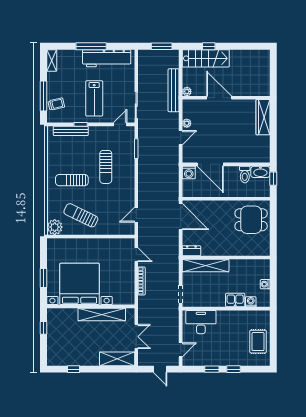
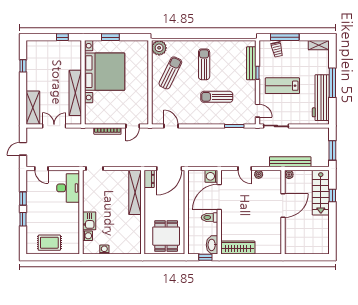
wardrobe: (263, 117) -> (238, 248), moved
toilet: (245, 174) -> (210, 217), moved
dresser: (191, 251) -> (149, 179), moved
wall: (226, 258) -> (143, 212), moved
shelving: (206, 266) -> (135, 192), moved
double door: (136, 337) -> (54, 126), swing flipped

